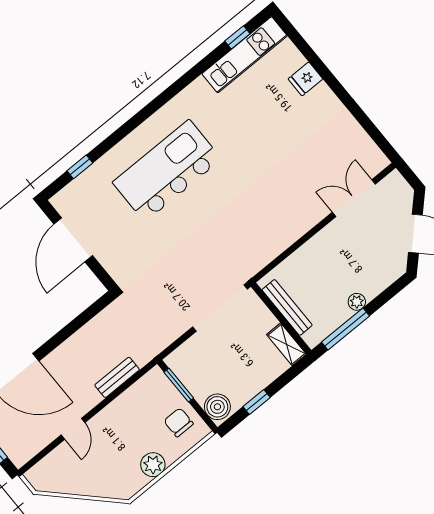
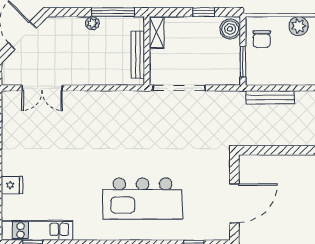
bench: (117, 377) -> (270, 97), width x1.36

